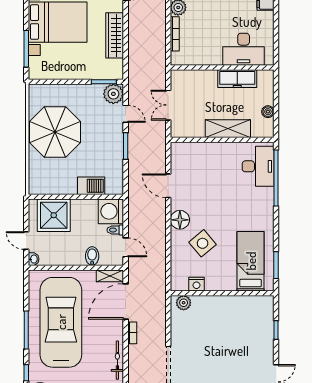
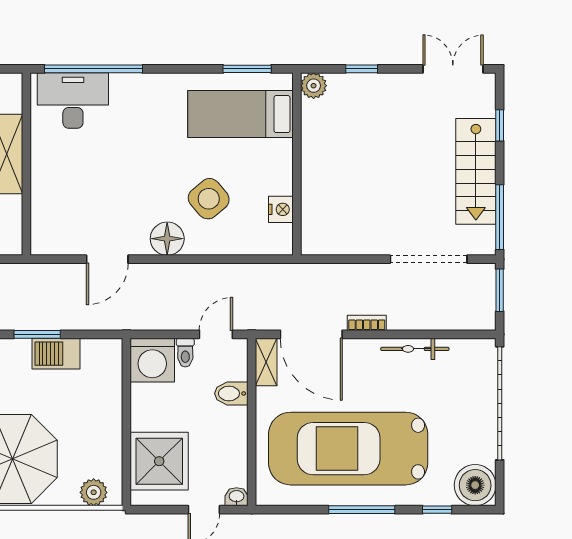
plant: (36, 178) -> (94, 492), added
barbecue: (91, 186) -> (56, 354), moved, turned -90
plant: (184, 303) -> (314, 86), moved

